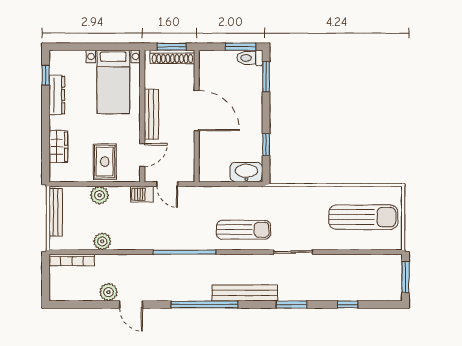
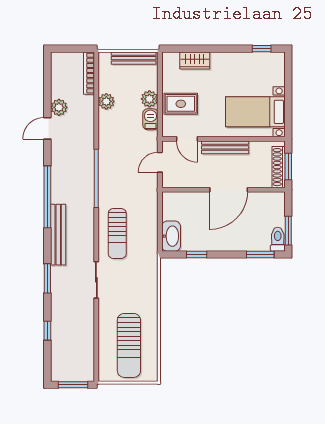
dresser: (57, 95) -> (243, 59), removed
barbecue: (142, 194) -> (150, 119), moved

